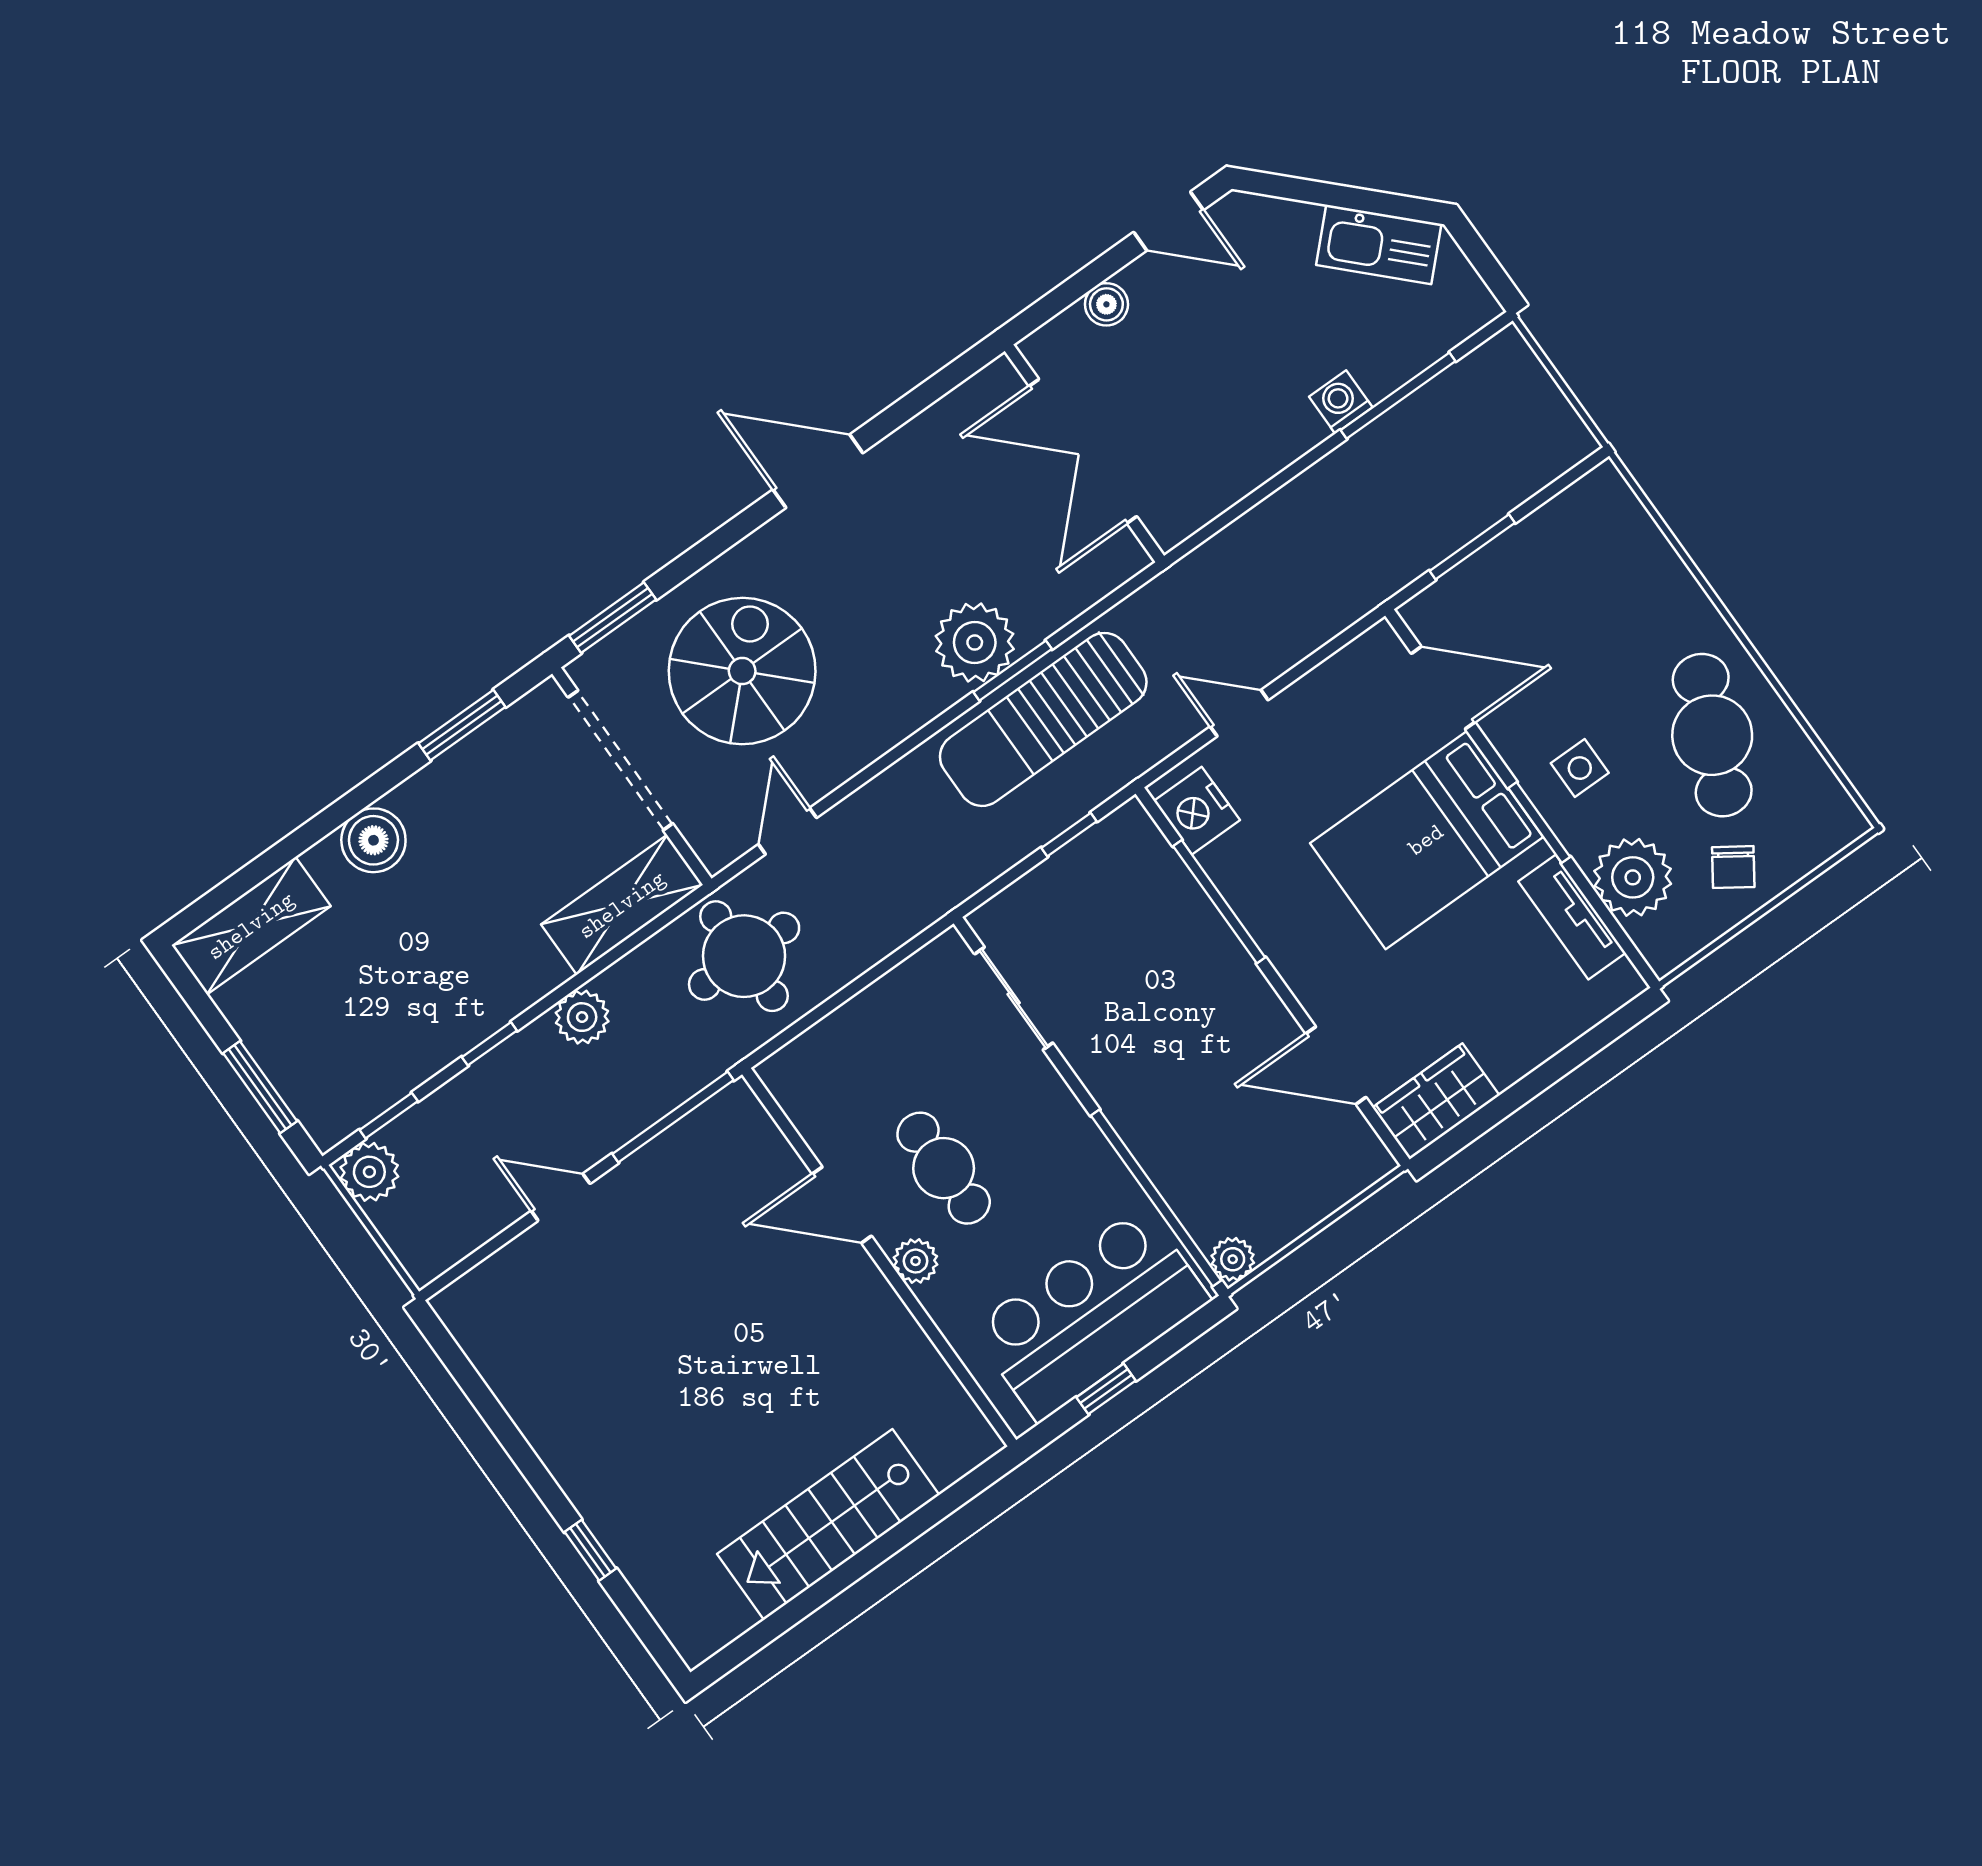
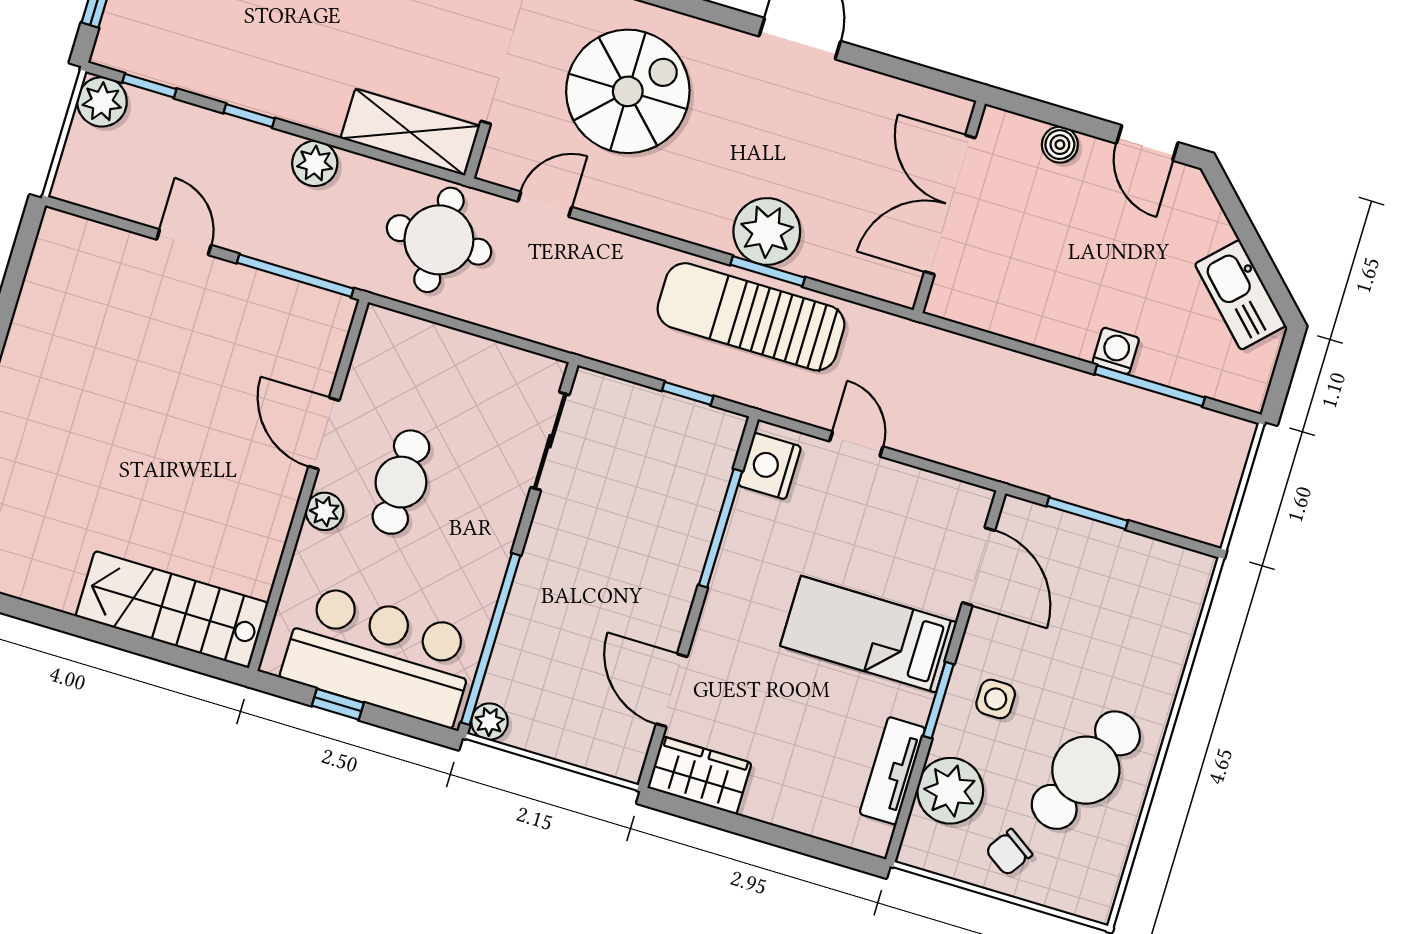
bed: (1426, 840) -> (869, 634), width x0.67
stairs: (828, 1524) -> (172, 610), moved

